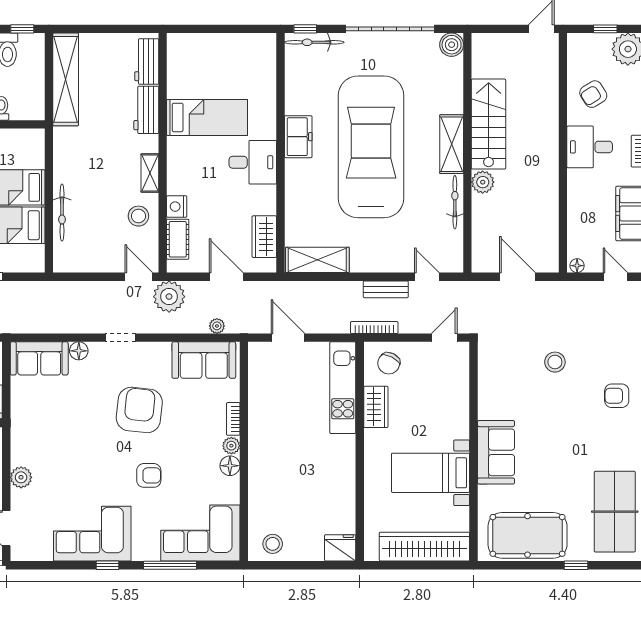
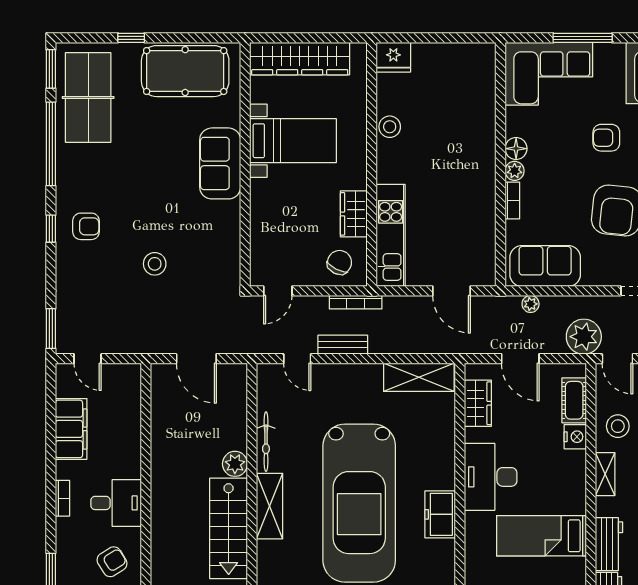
desk: (253, 162) -> (491, 477), width x1.37
floor lamp: (577, 266) -> (130, 371), removed
stool: (273, 544) -> (390, 127), moved

